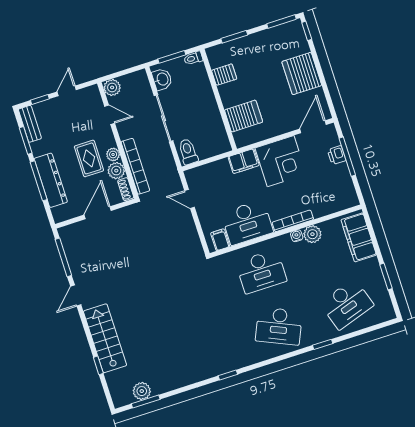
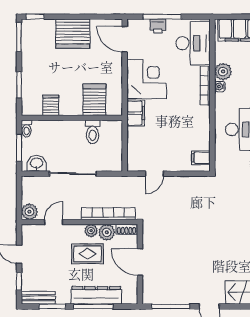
toilet: (188, 152) -> (93, 132), moved, turned -90
desk: (247, 222) -> (193, 43), moved

